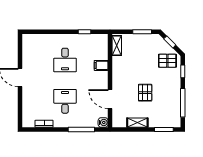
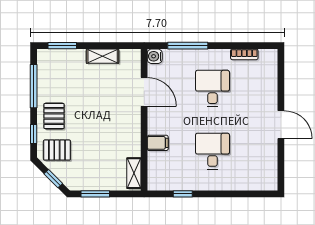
pallet: (145, 93) -> (54, 116), moved
desk: (65, 101) -> (212, 88), turned 180

